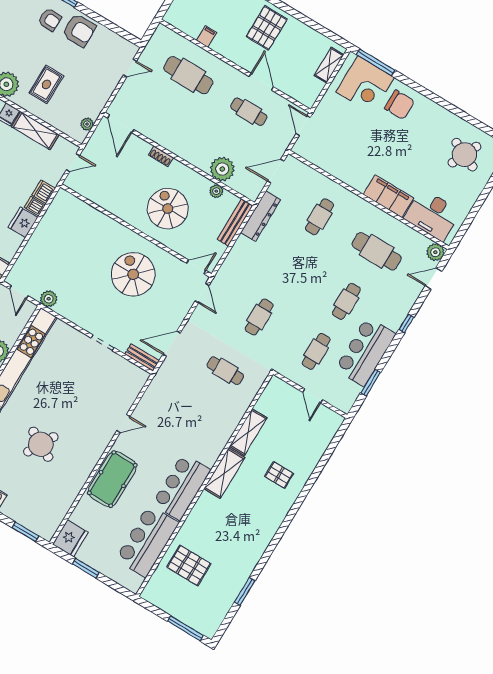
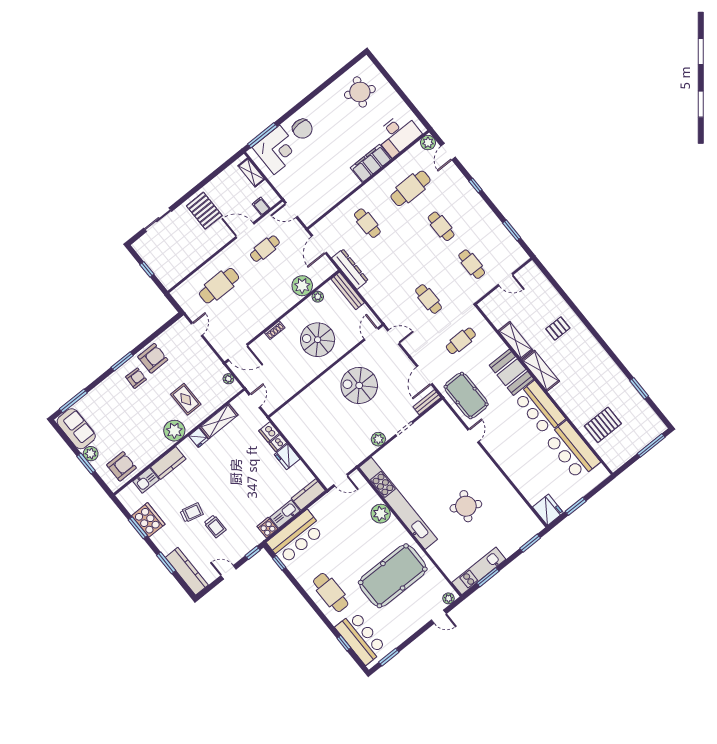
filing cabinet: (206, 36) -> (261, 206), moved
chair: (399, 105) -> (302, 129), turned 90
plant: (49, 299) -> (378, 439), moved
bar counter: (365, 352) -> (486, 226), removed
booth: (211, 441) -> (511, 372), added
pool table: (112, 479) -> (466, 396), moved

